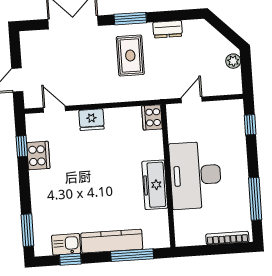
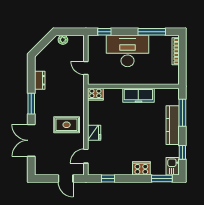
rug: (130, 56) -> (67, 125), moved
cooker: (38, 156) -> (141, 168), moved
desk: (195, 175) -> (128, 51), moved, turned 180
kitchen sink: (66, 244) -> (173, 166), moved

